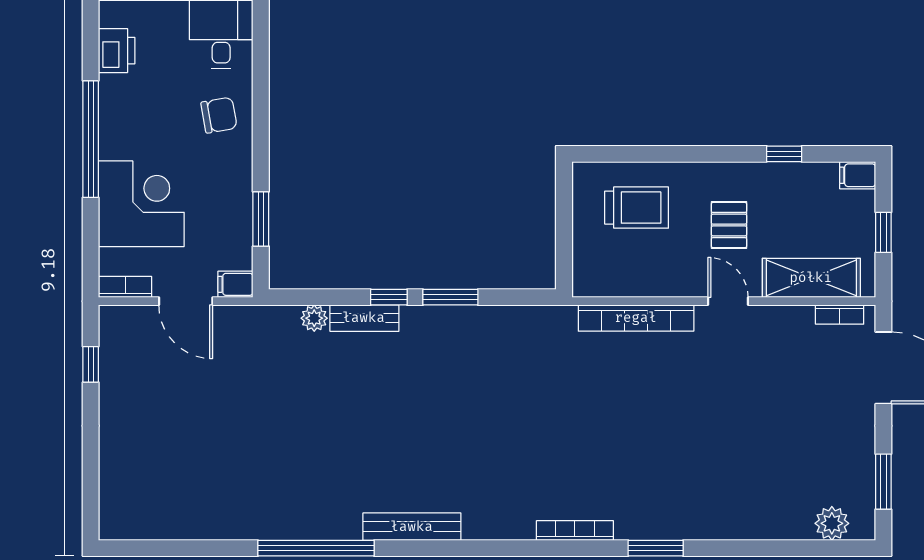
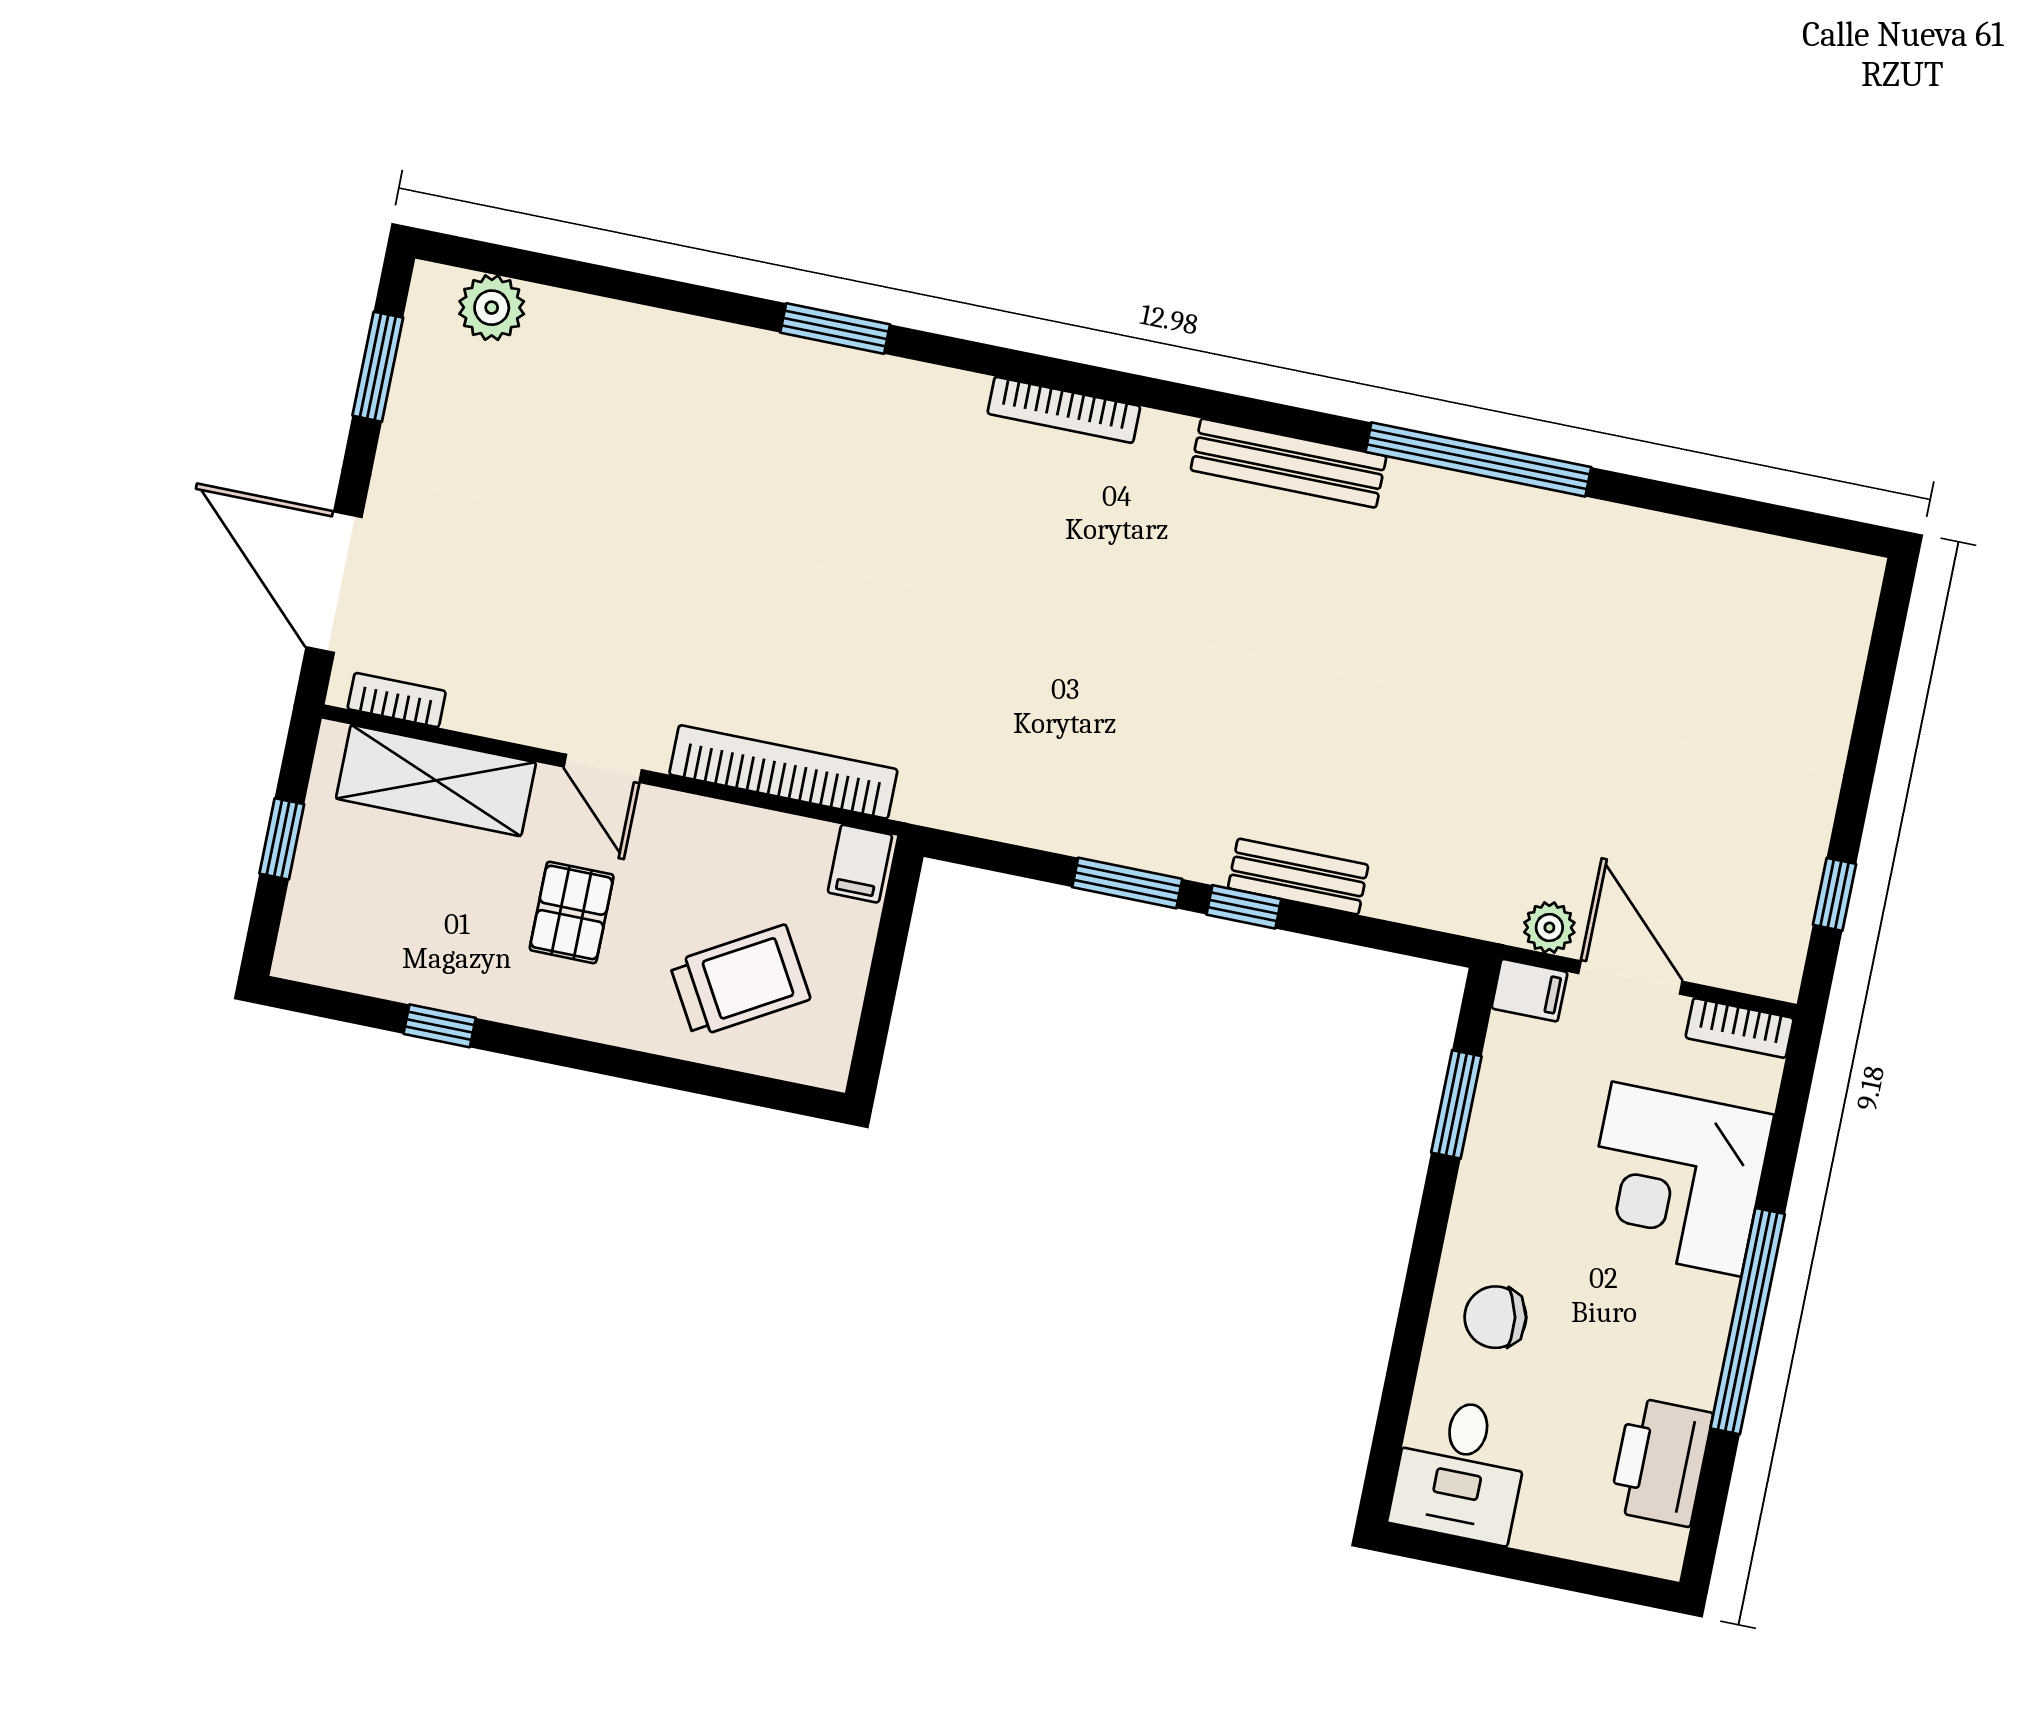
printer: (117, 51) -> (1661, 1462), width x1.37, depth x1.19
filing cabinet: (858, 175) -> (860, 864), moved, turned 90
trolley: (637, 208) -> (740, 981), turned 150
plant: (314, 318) -> (1549, 927), moved
bookcase: (575, 531) -> (1064, 410), moved

